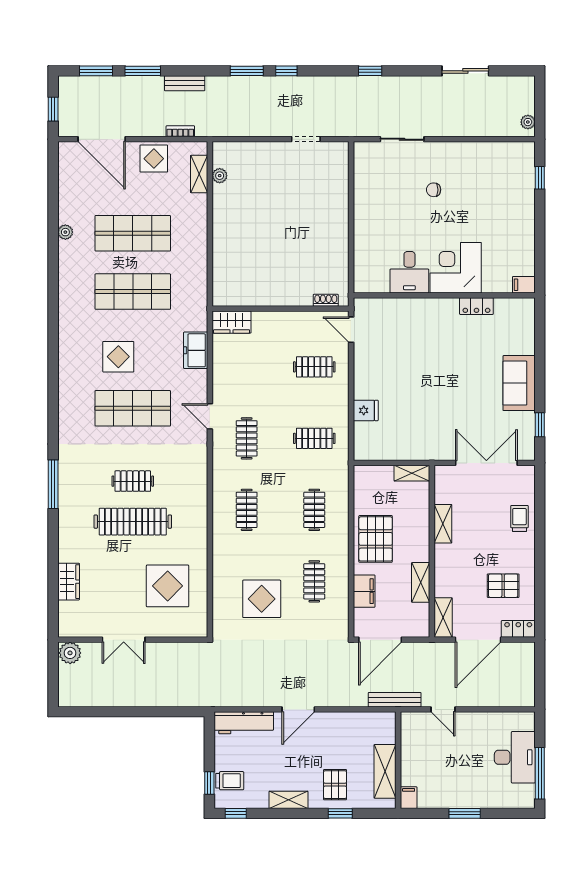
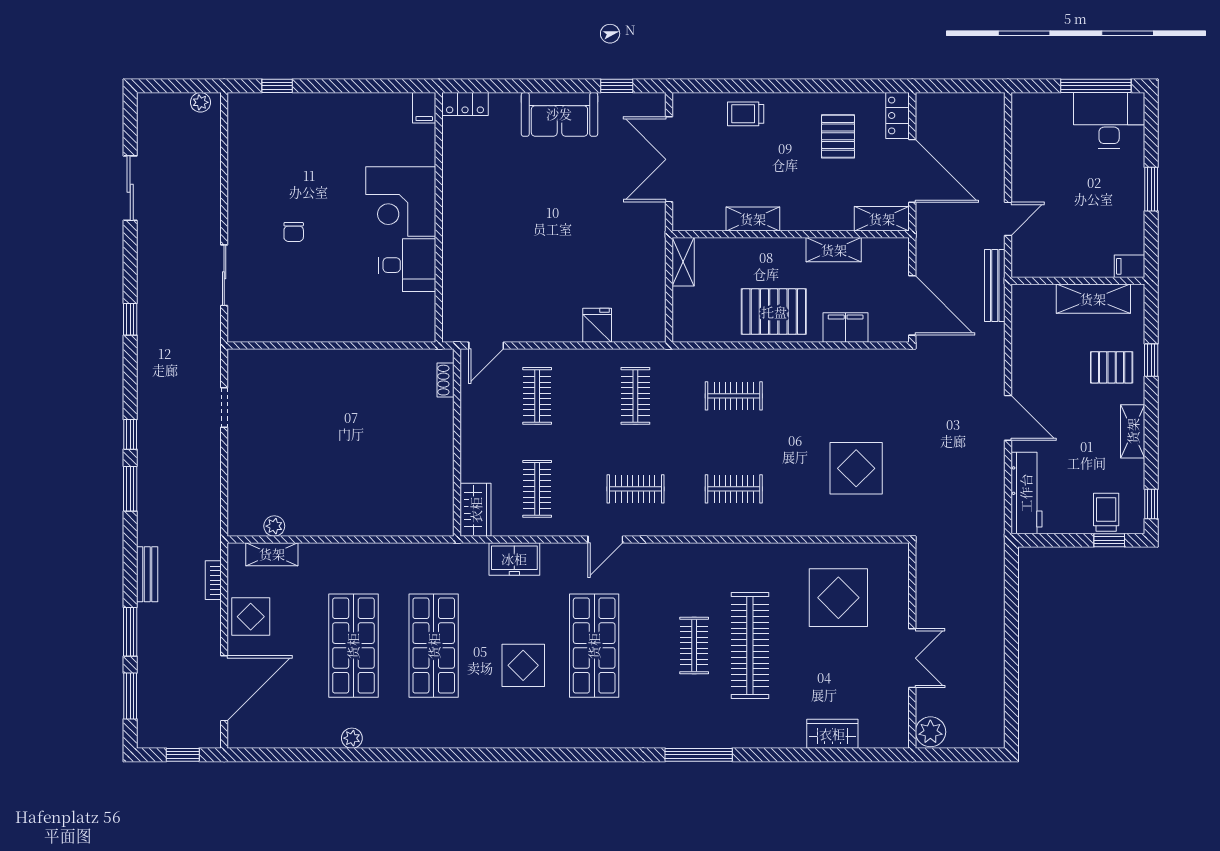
locker: (476, 306) -> (465, 104), moved, turned 90
clothes rail: (314, 581) -> (537, 489), moved, turned 90
desk: (515, 757) -> (1109, 120), moved

